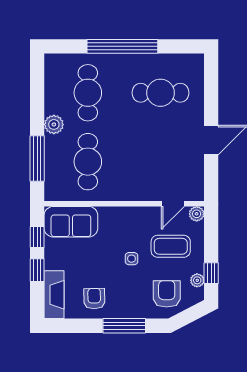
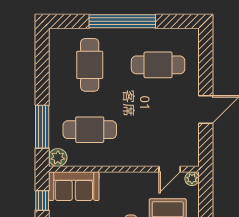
plant: (54, 124) -> (58, 158), moved
cafe table: (88, 162) -> (90, 130), turned 90

